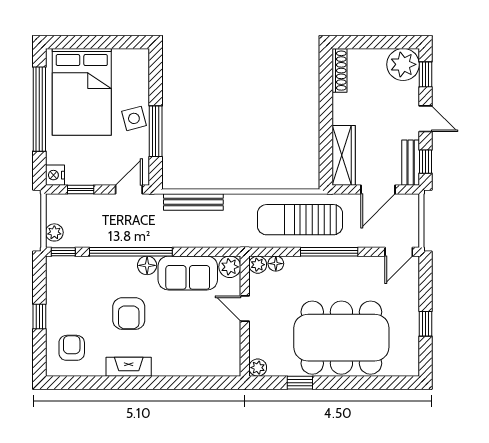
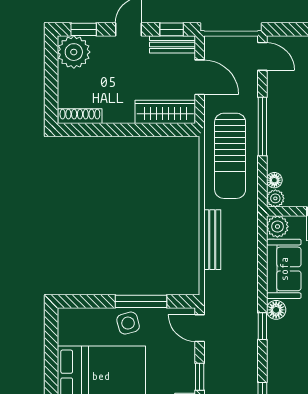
bench: (193, 202) -> (212, 240), moved
window: (131, 252) -> (262, 326), width x0.32

